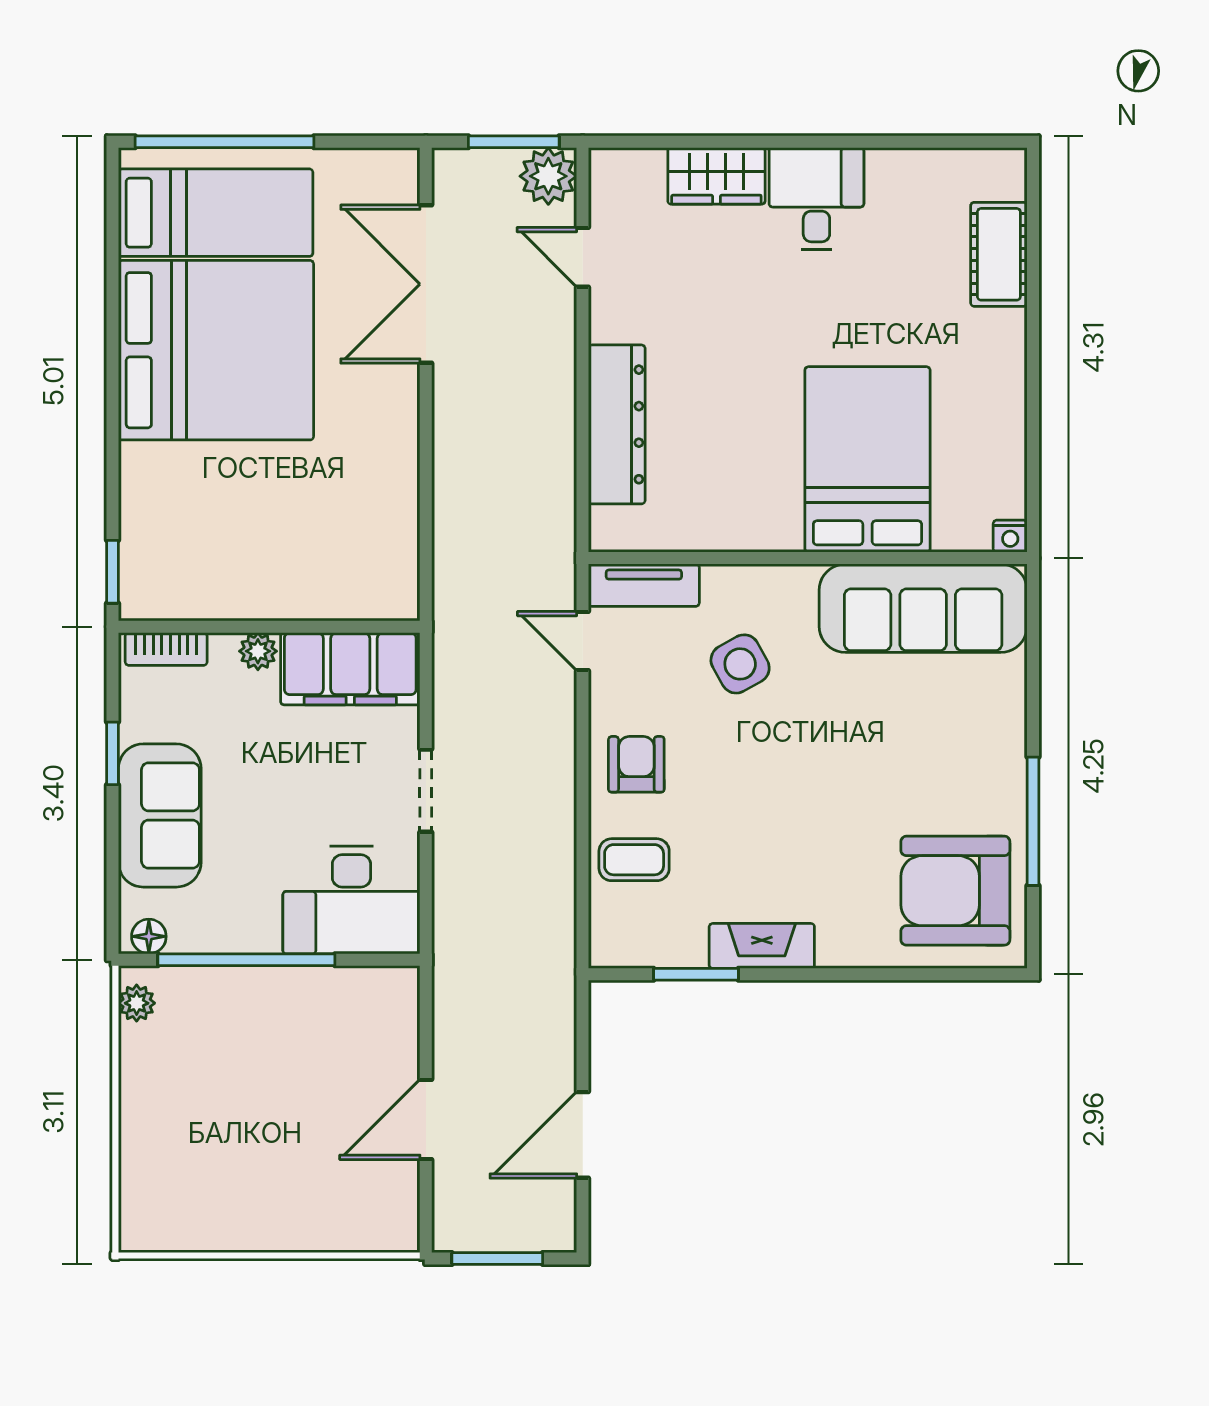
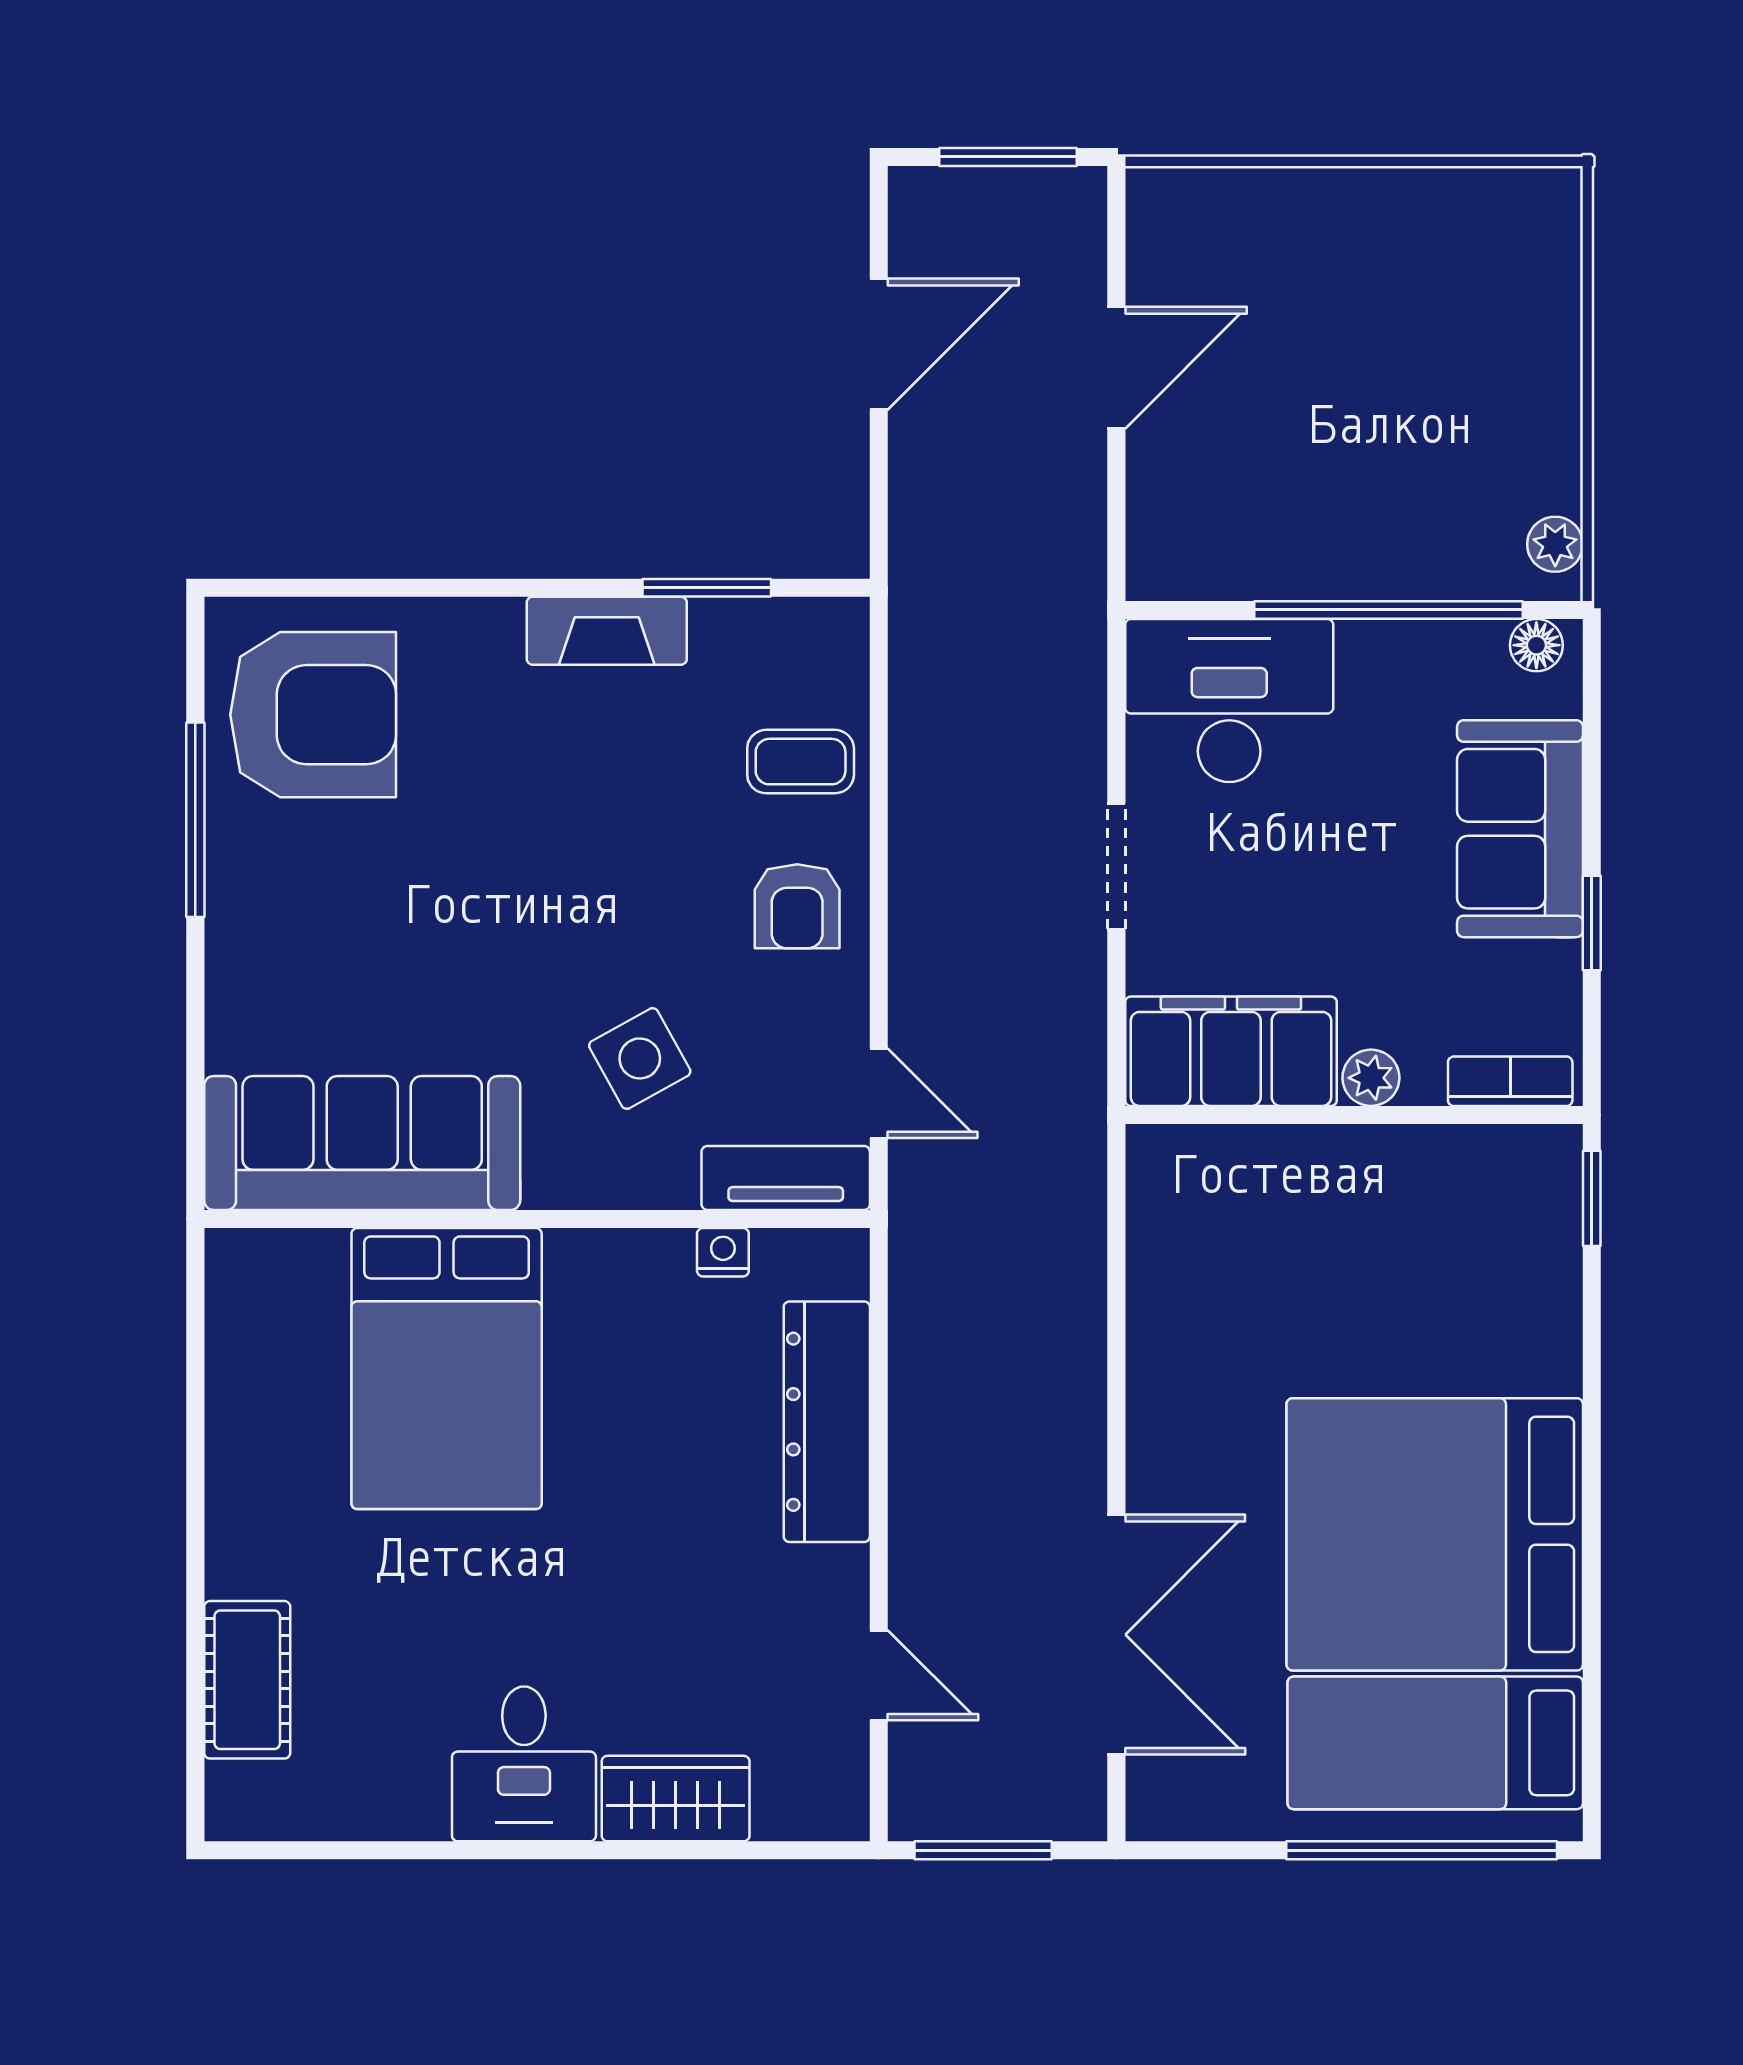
plant: (548, 176) -> (931, 1798), removed
nightstand: (1010, 536) -> (723, 1252), moved

